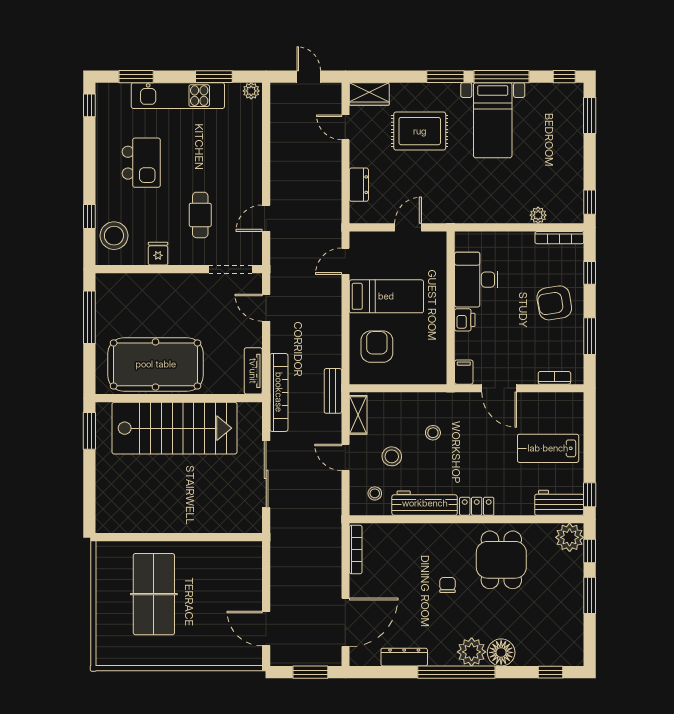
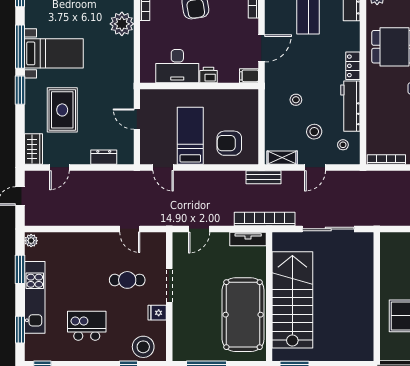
plant: (538, 215) -> (122, 24), width x1.88, depth x1.88
doorway: (231, 269) -> (169, 285), moved

